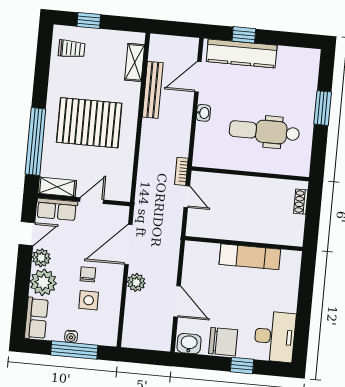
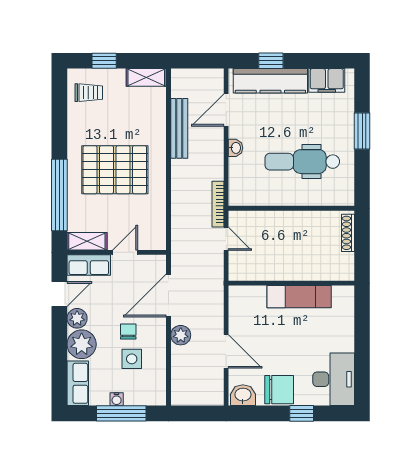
filing cabinet: (294, 58) -> (327, 80), added
shelving: (135, 62) -> (146, 77), moved, turned 90
bookcase: (181, 171) -> (218, 204), width x1.56
shoe rack: (301, 202) -> (348, 233), width x1.43

